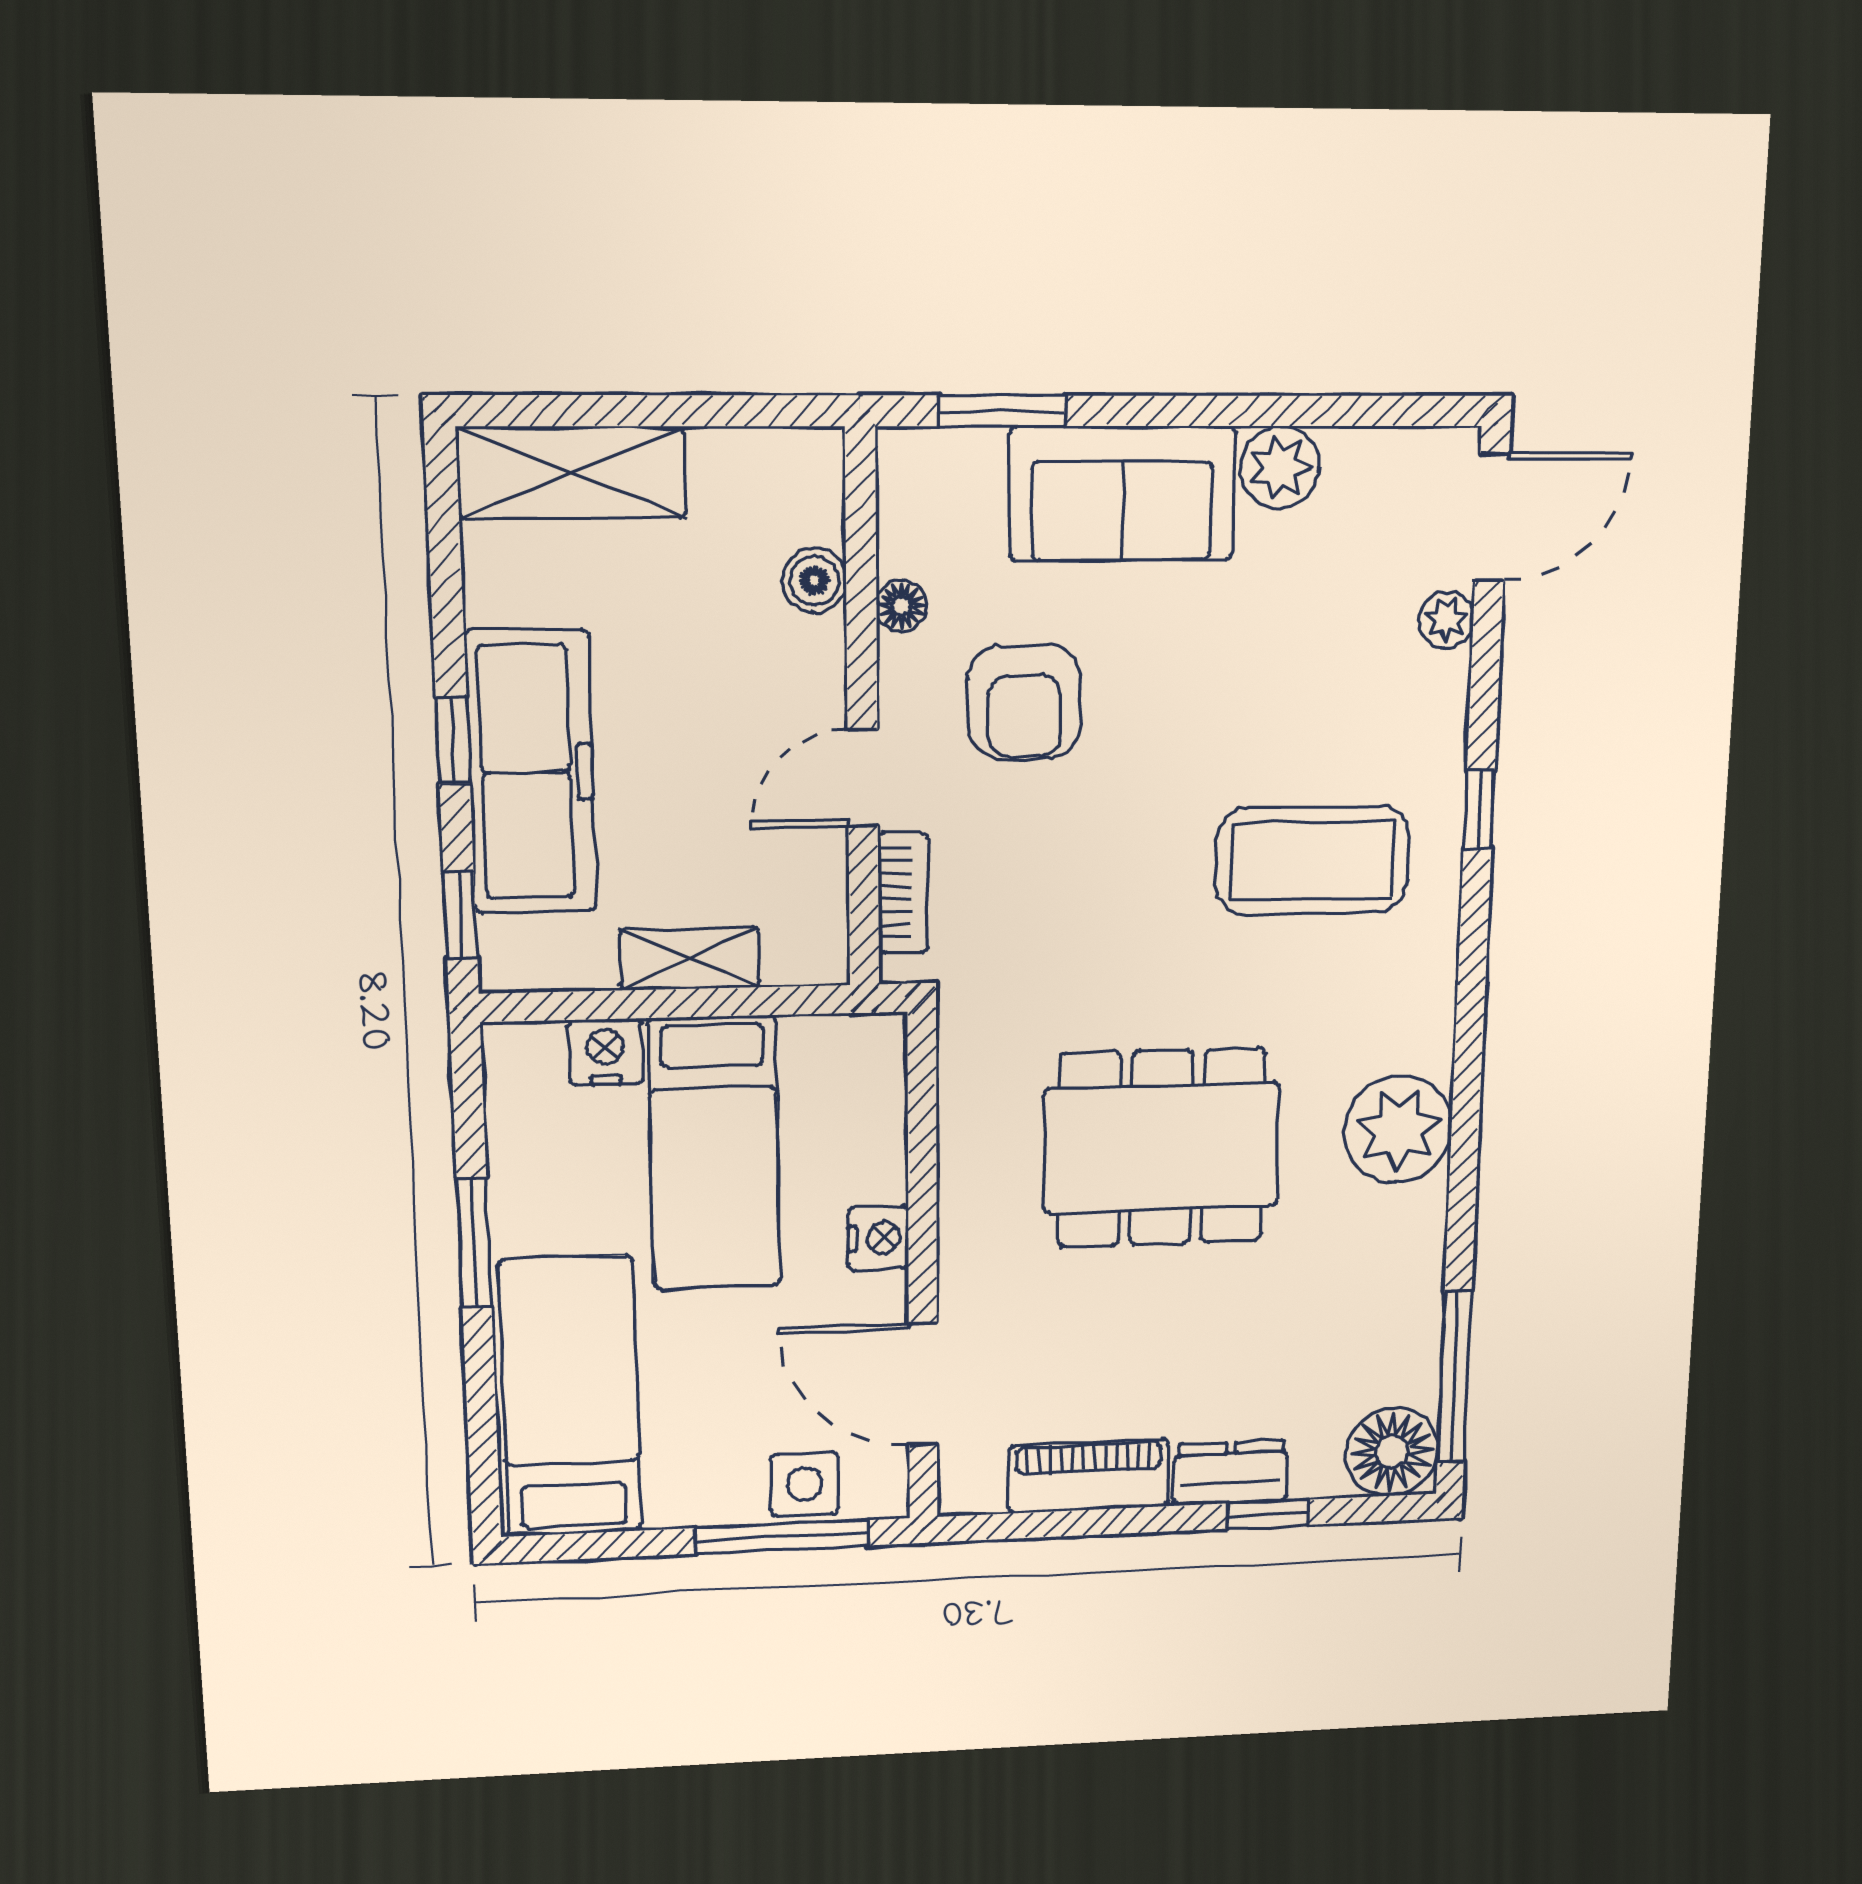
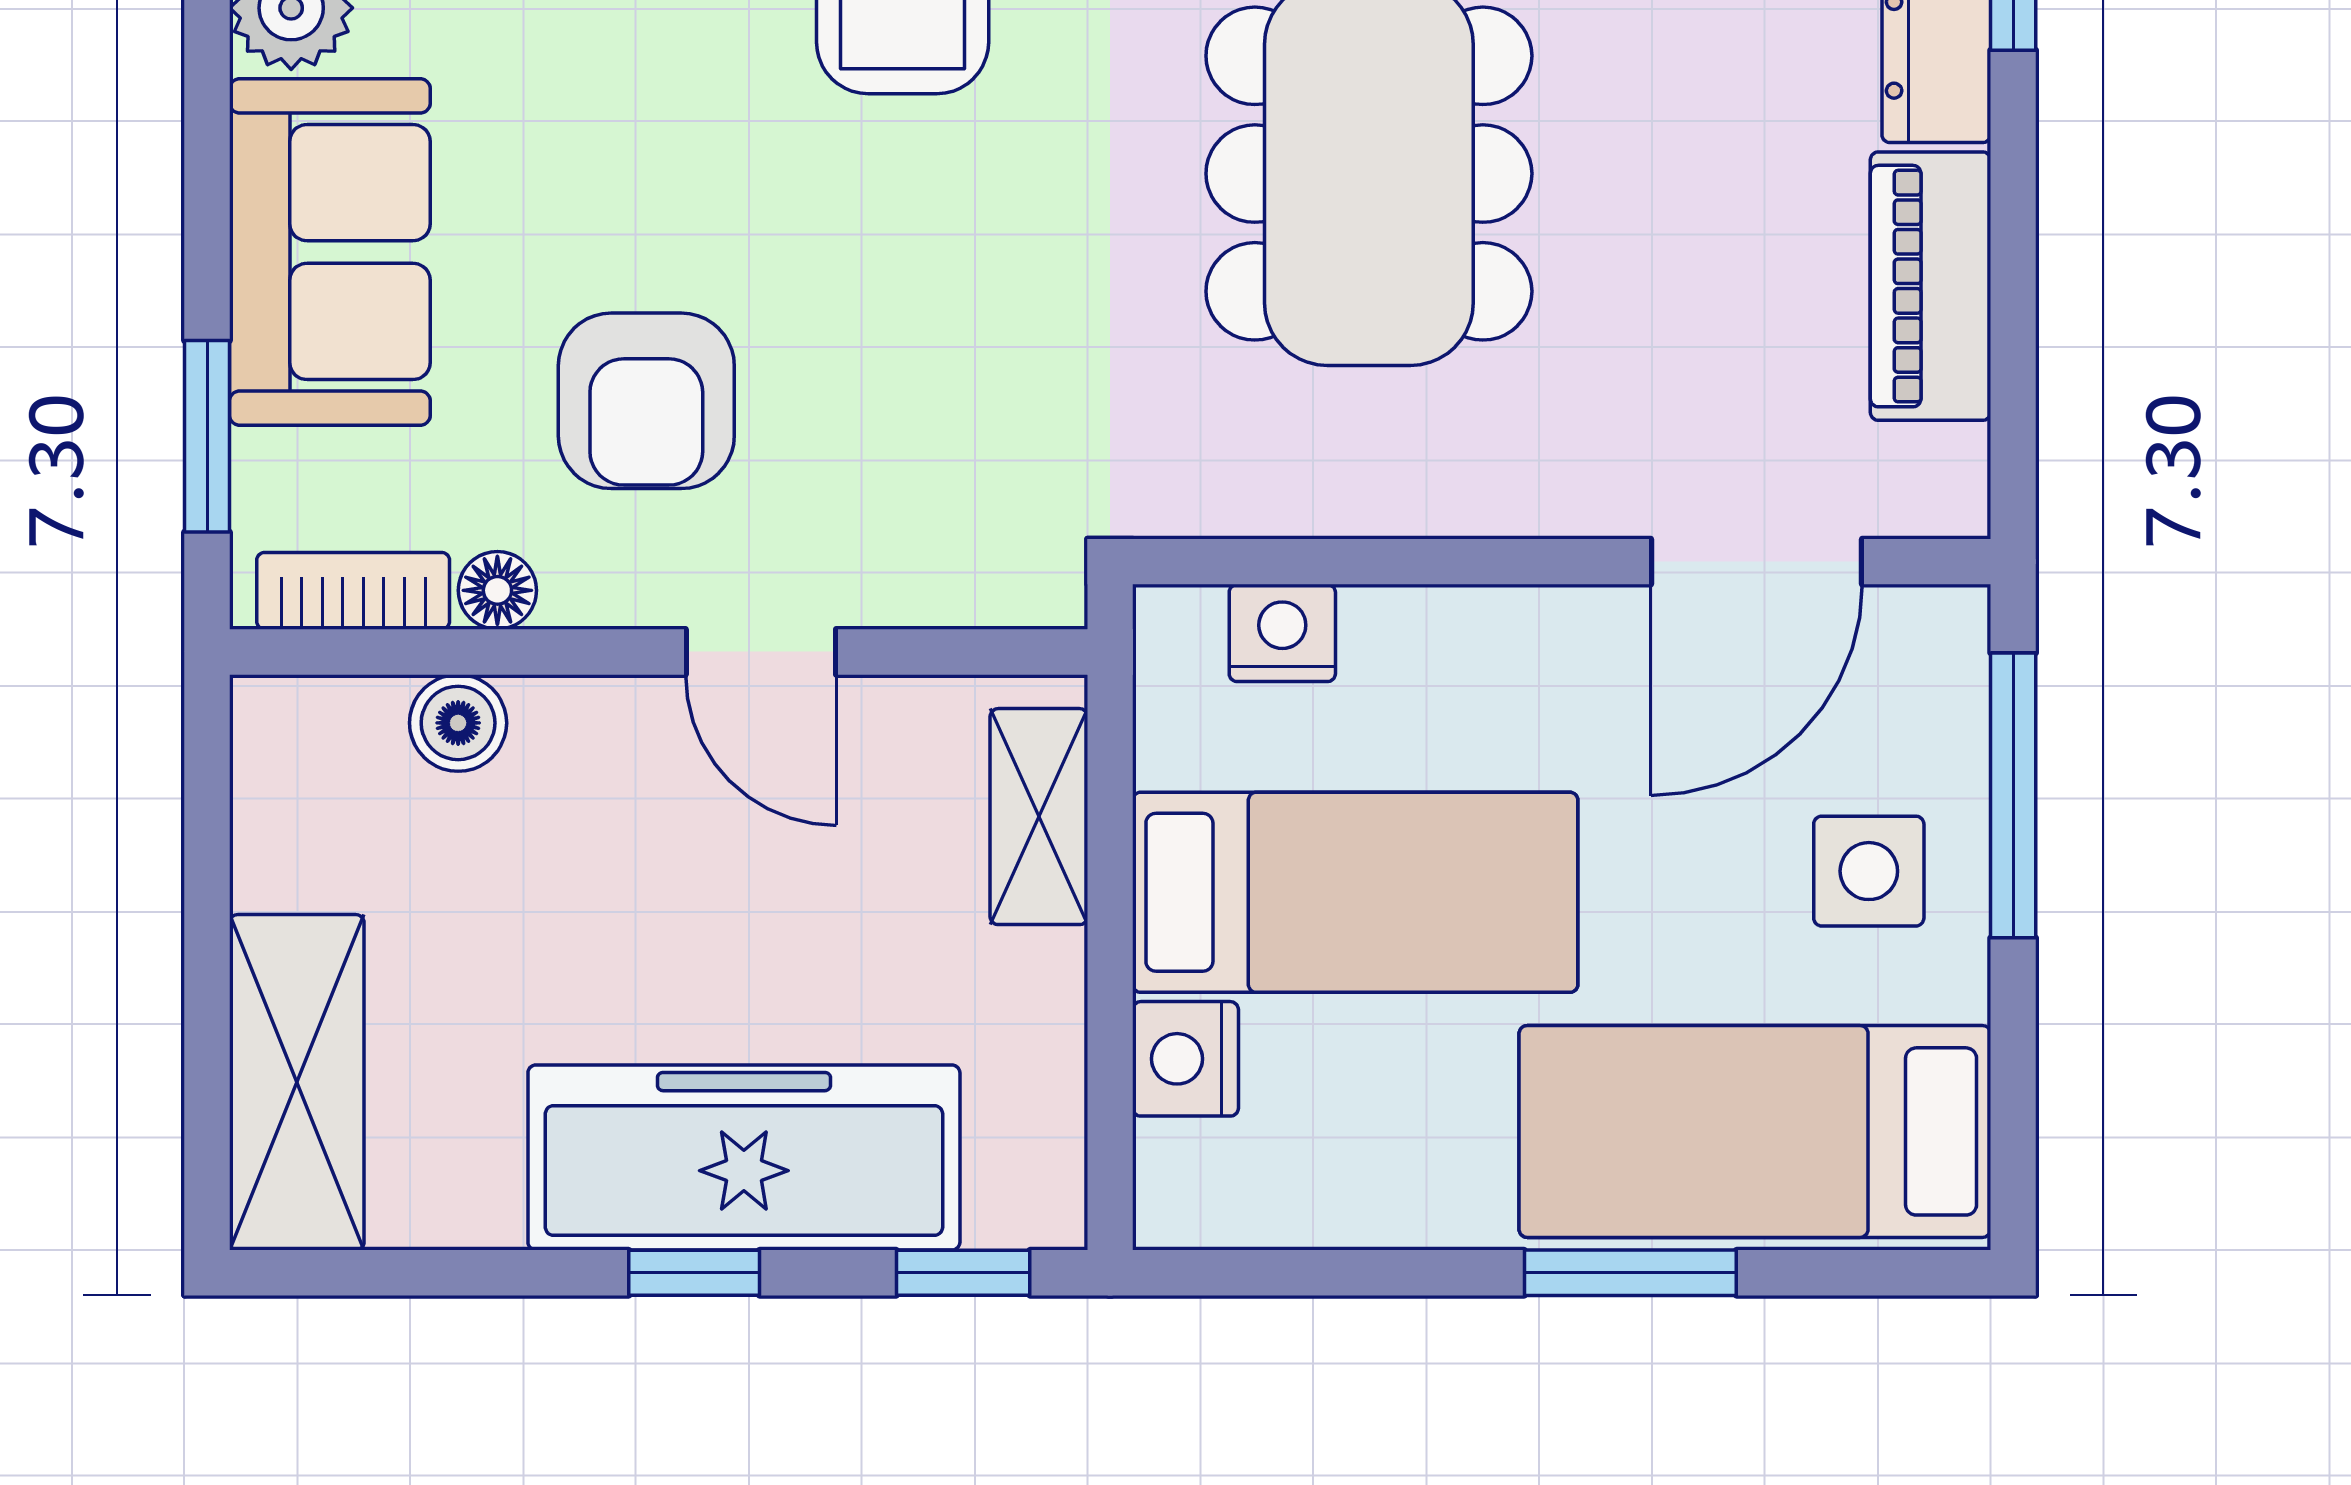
armchair: (1024, 702) -> (646, 401), turned 90
bookcase: (903, 893) -> (353, 591), moved
shelving: (690, 958) -> (1039, 817), moved
nightstand: (878, 1238) -> (1282, 633), moved
window: (474, 1243) -> (1630, 1273), moved
side table: (805, 1484) -> (1869, 871), moved

